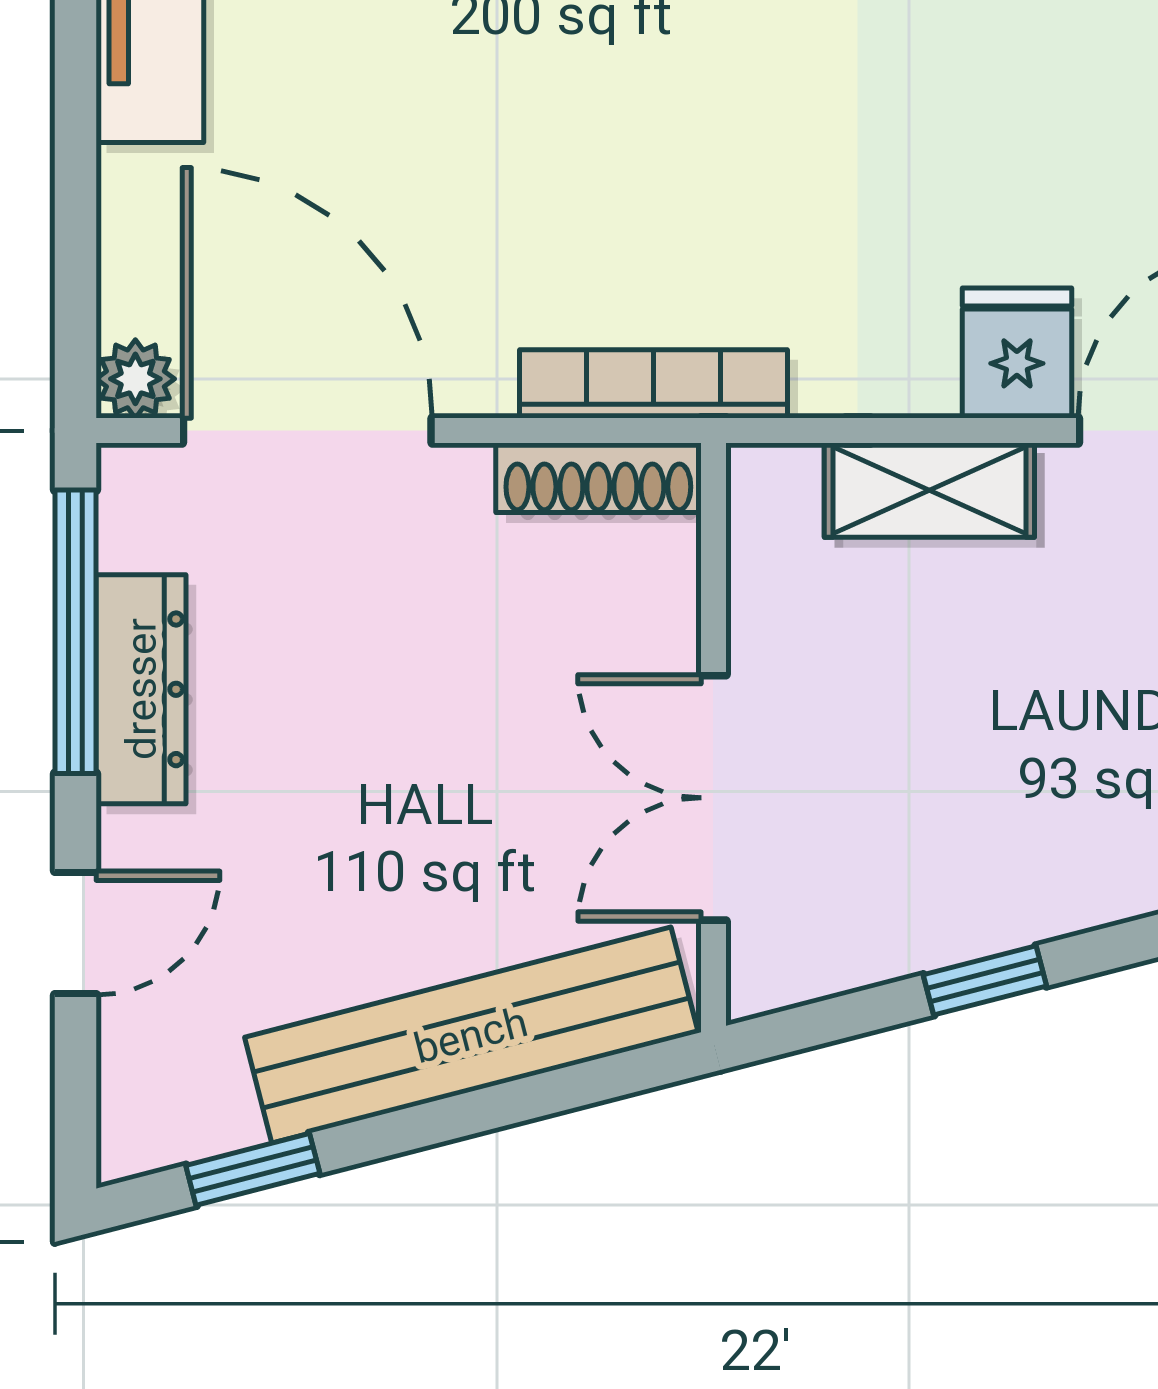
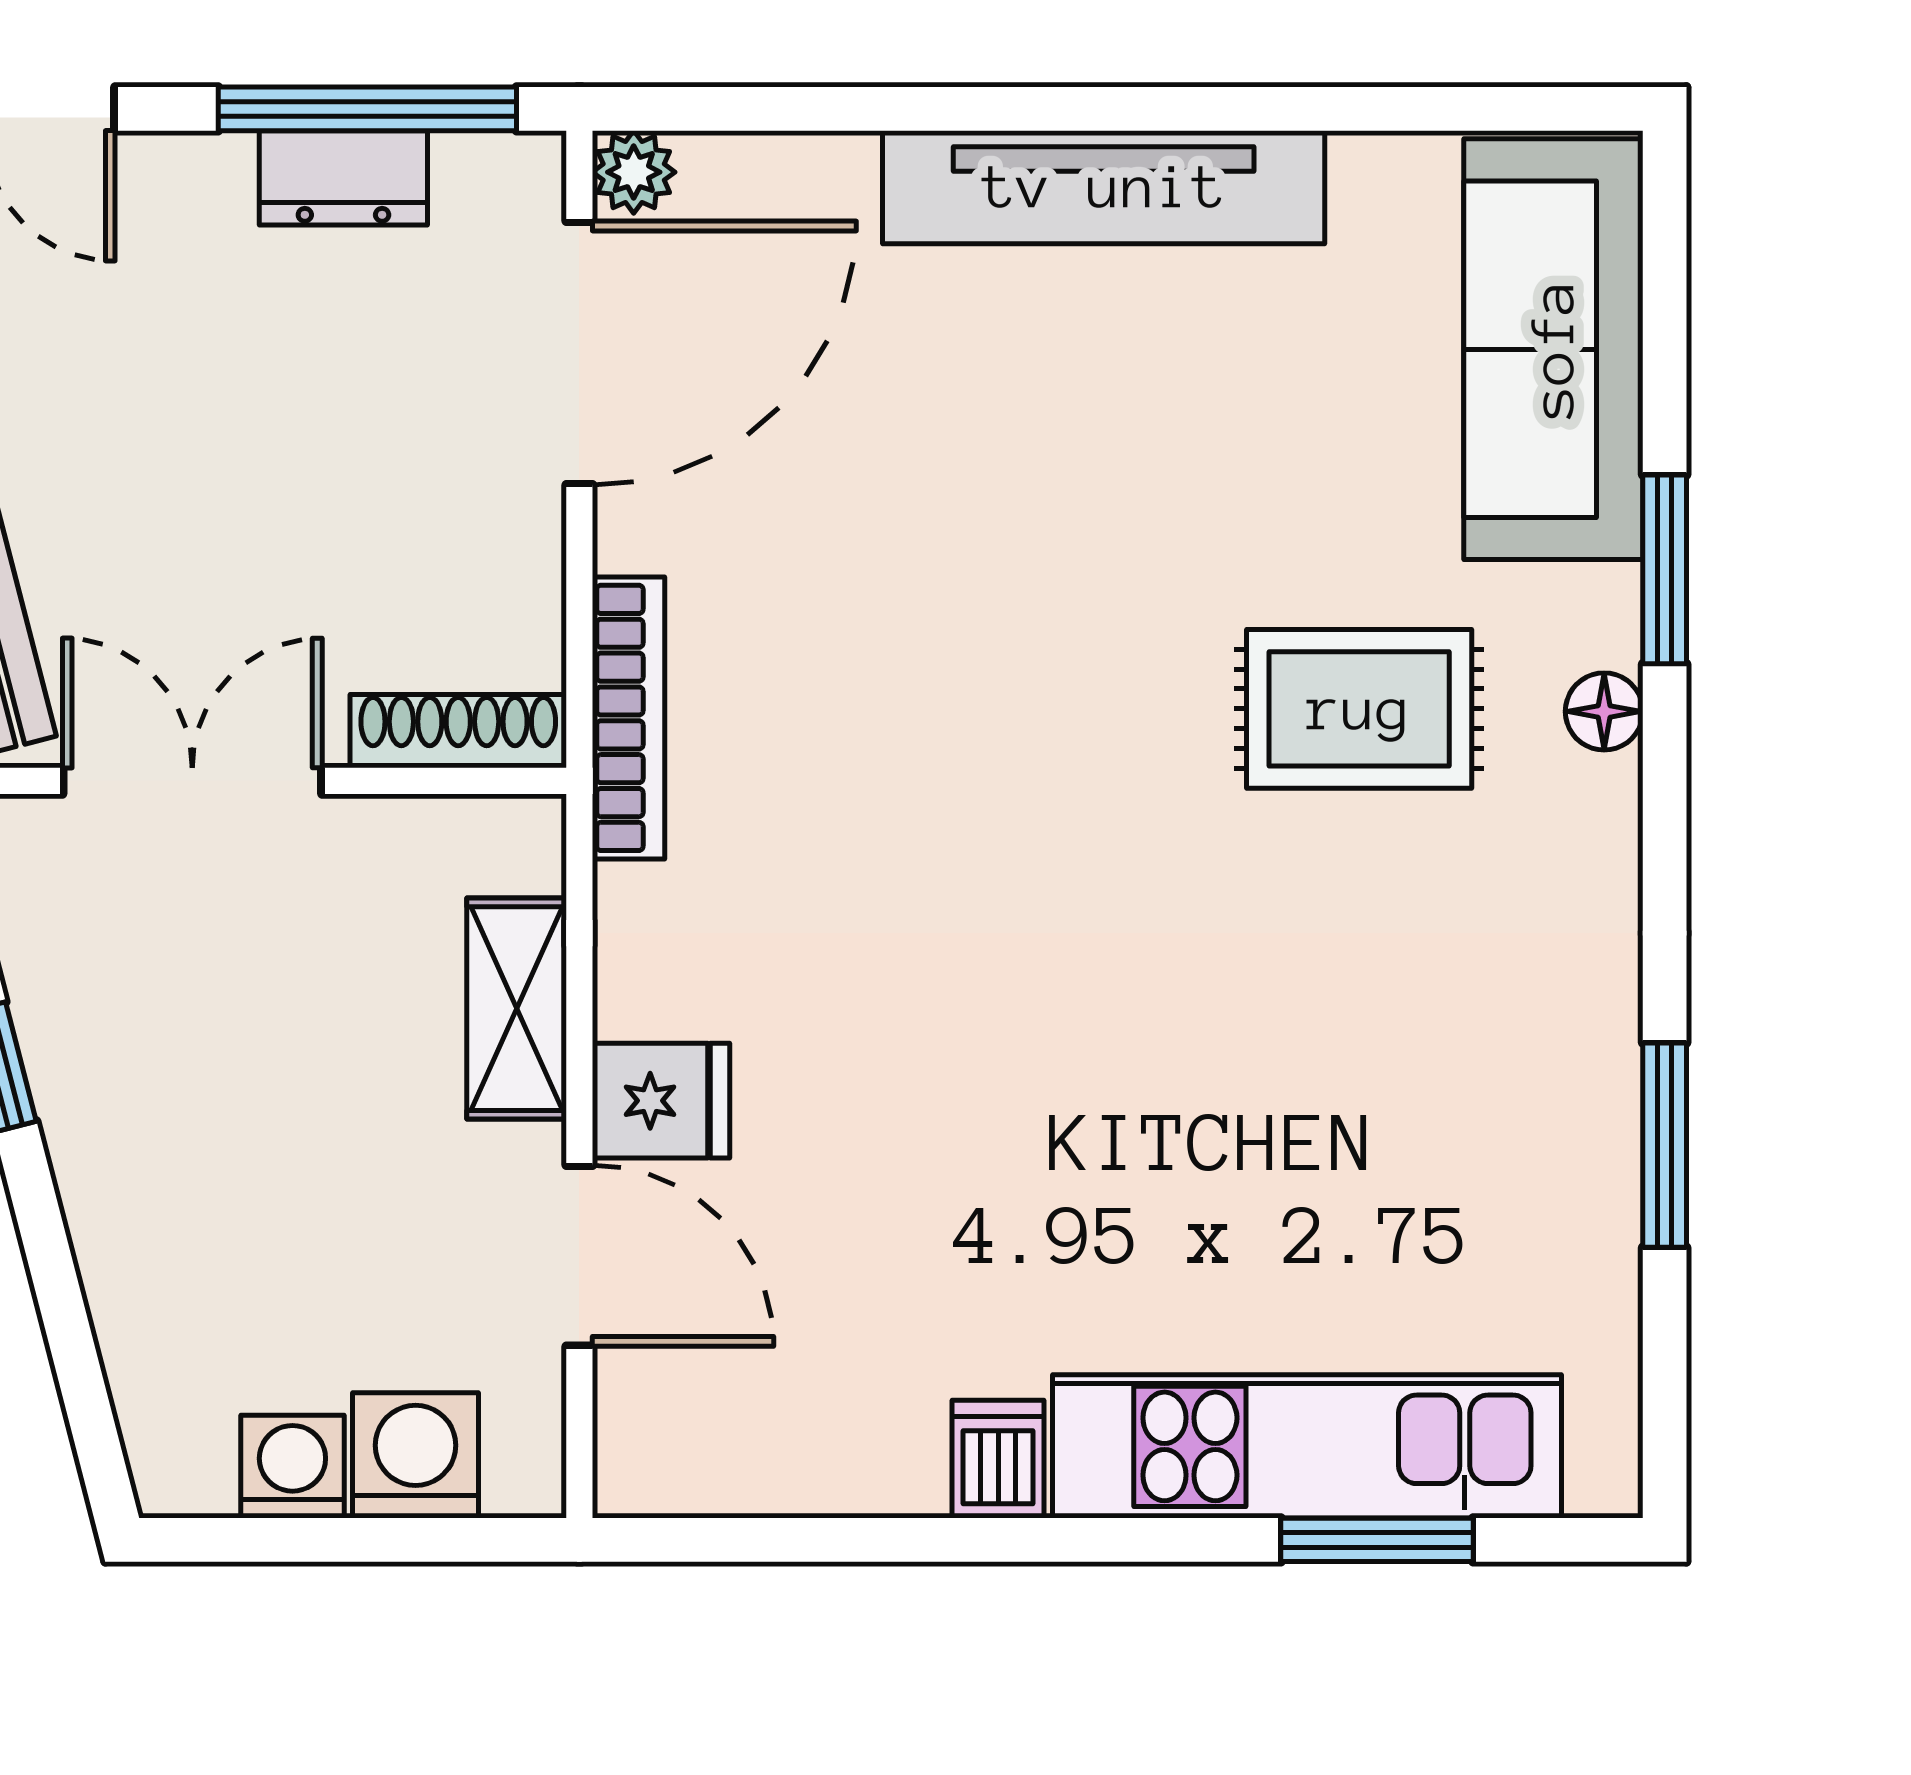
shoe rack: (598, 478) -> (458, 731), moved, turned 90
dresser: (141, 689) -> (343, 178), width x0.70

